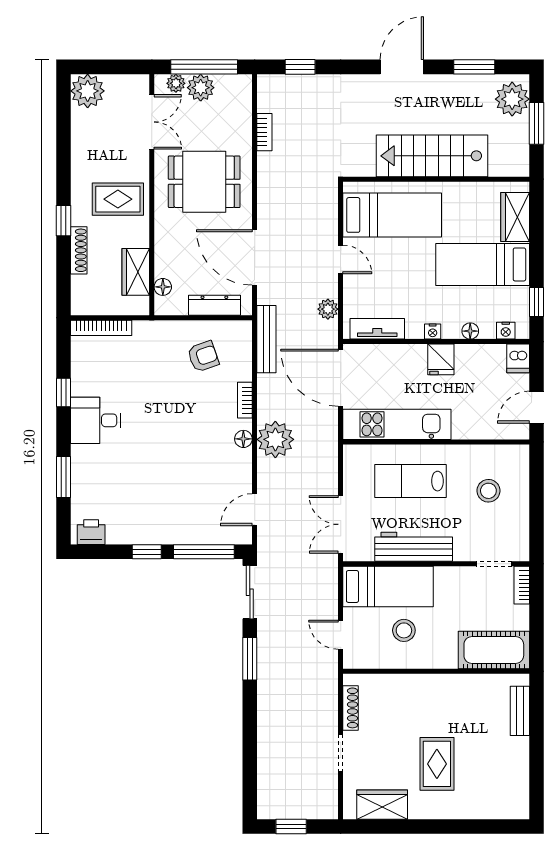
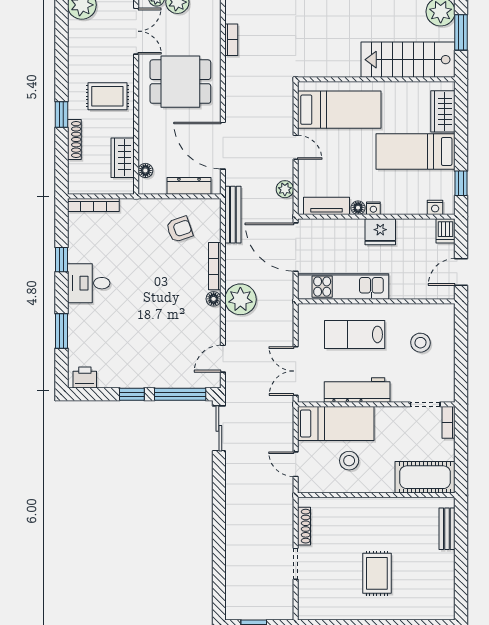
stairs: (432, 156) -> (408, 60), moved
floor lamp: (470, 331) -> (358, 208), moved
fridge: (441, 359) -> (380, 232), width x1.38
bookcase: (245, 400) -> (215, 266), width x1.56
window: (250, 659) -> (219, 485), removed
wardrobe: (382, 805) -> (331, 608), removed

